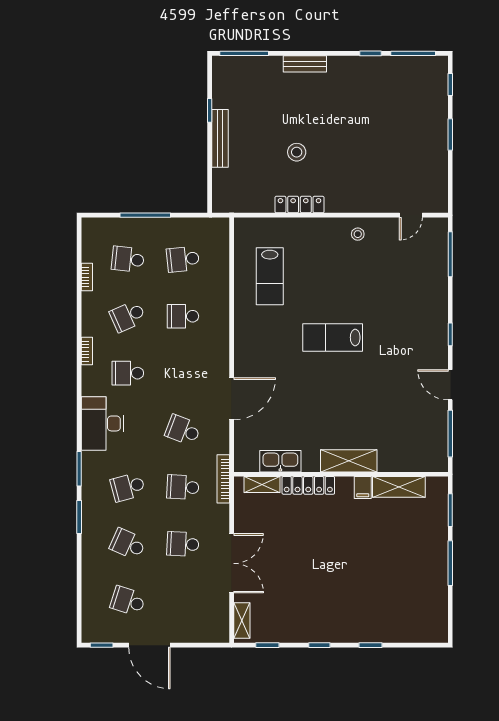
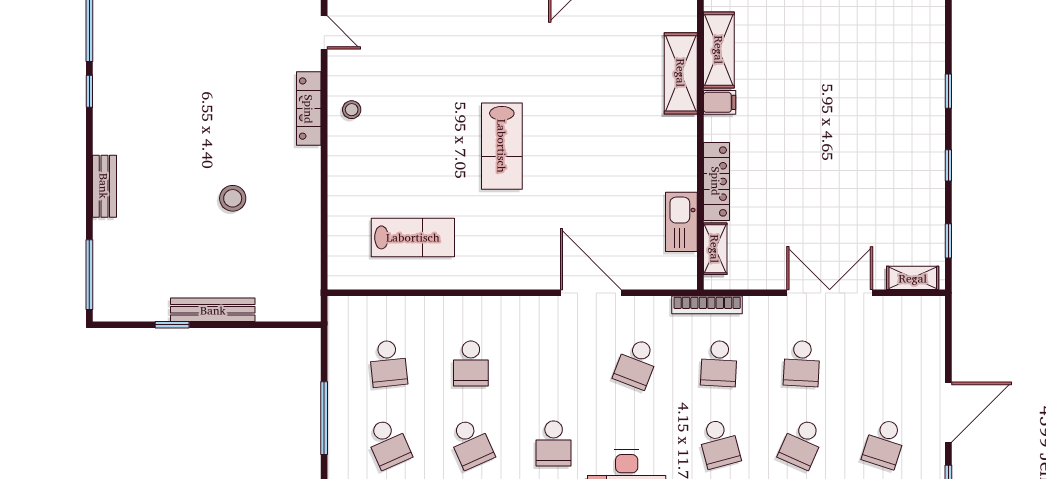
locker: (299, 205) -> (309, 109), moved
school desk: (128, 259) -> (388, 443), turned -30
shelving: (349, 461) -> (681, 73), moved

